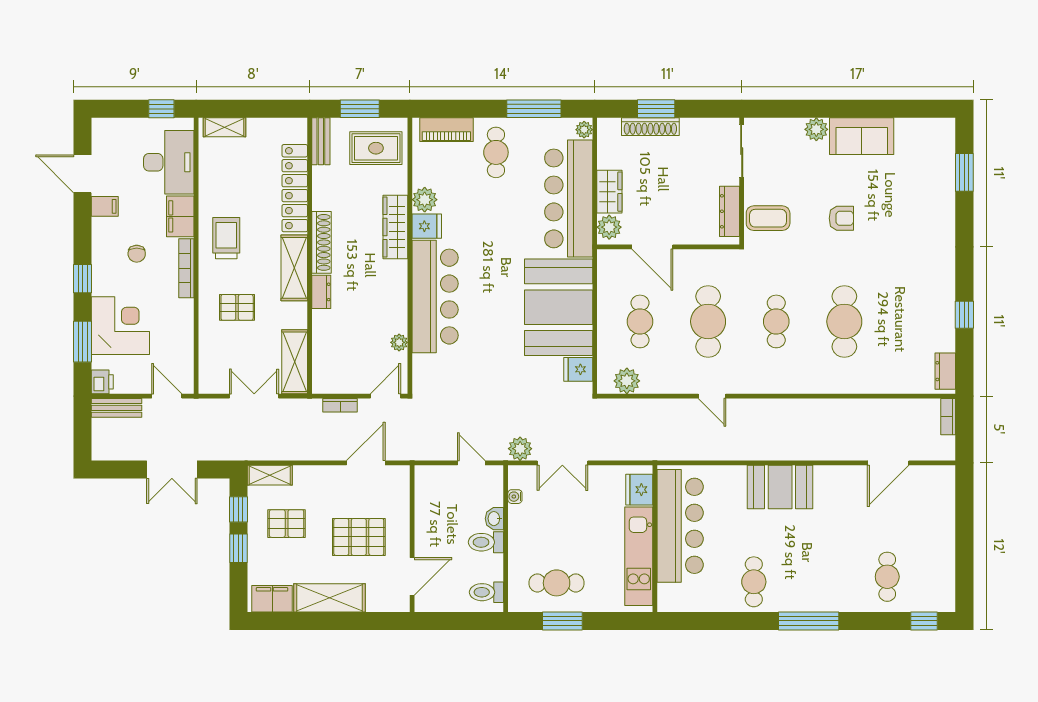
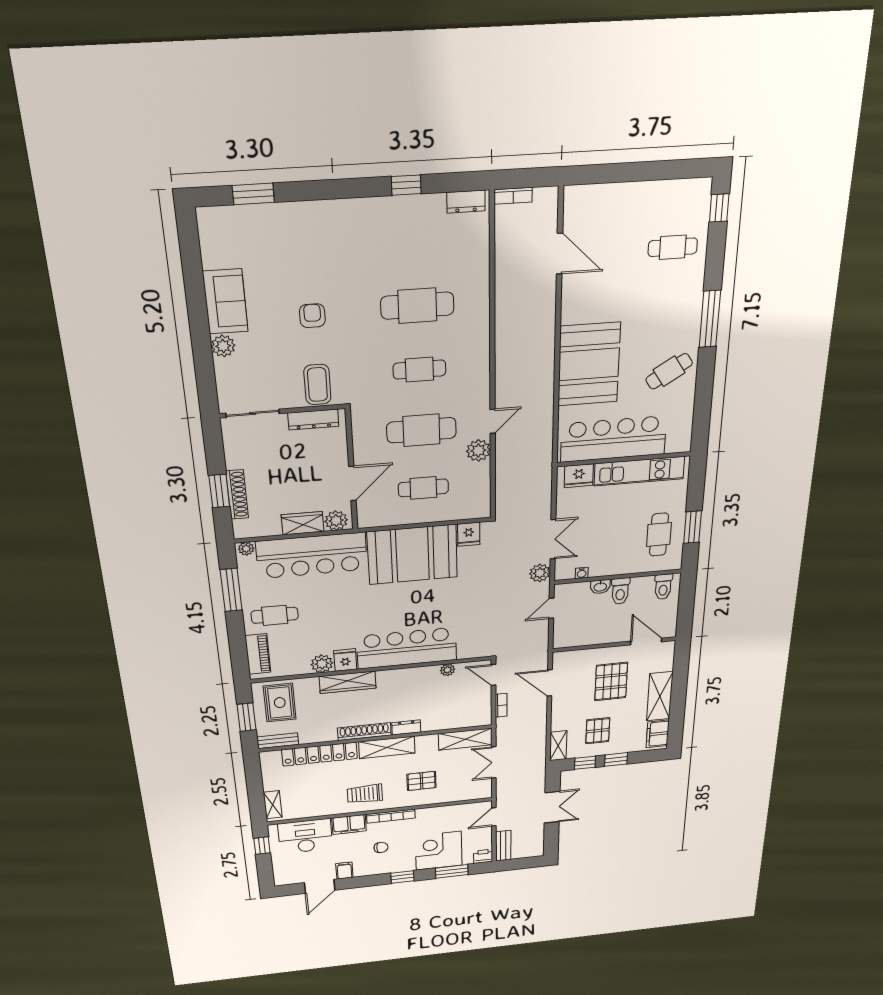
pallet: (237, 307) -> (421, 781), turned 90
plant: (627, 381) -> (478, 450), moved
booth: (780, 487) -> (589, 364), width x1.36, depth x1.42
cafe table: (754, 582) -> (669, 371), turned -32

